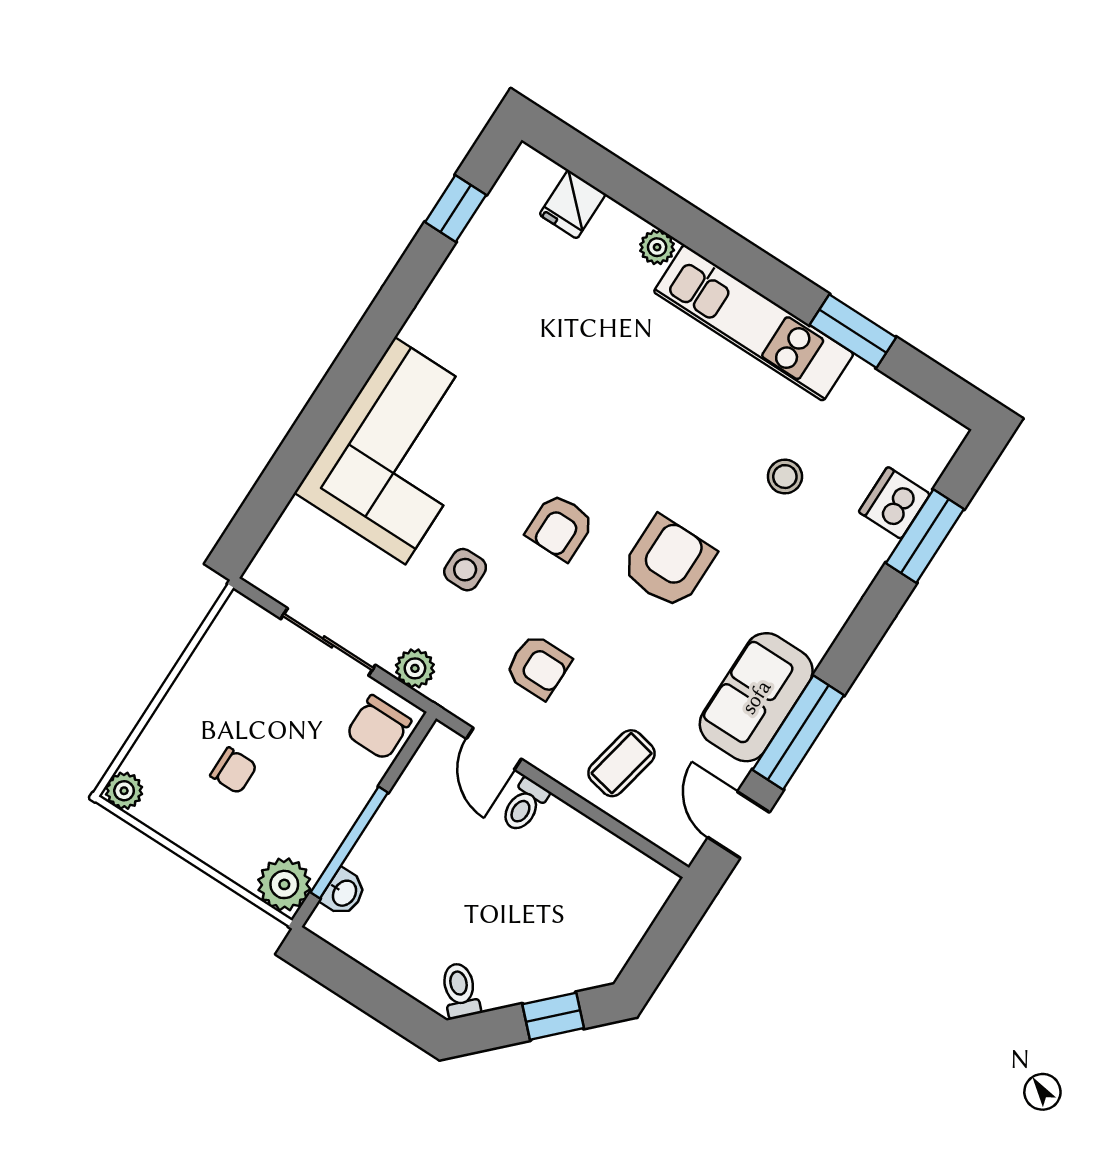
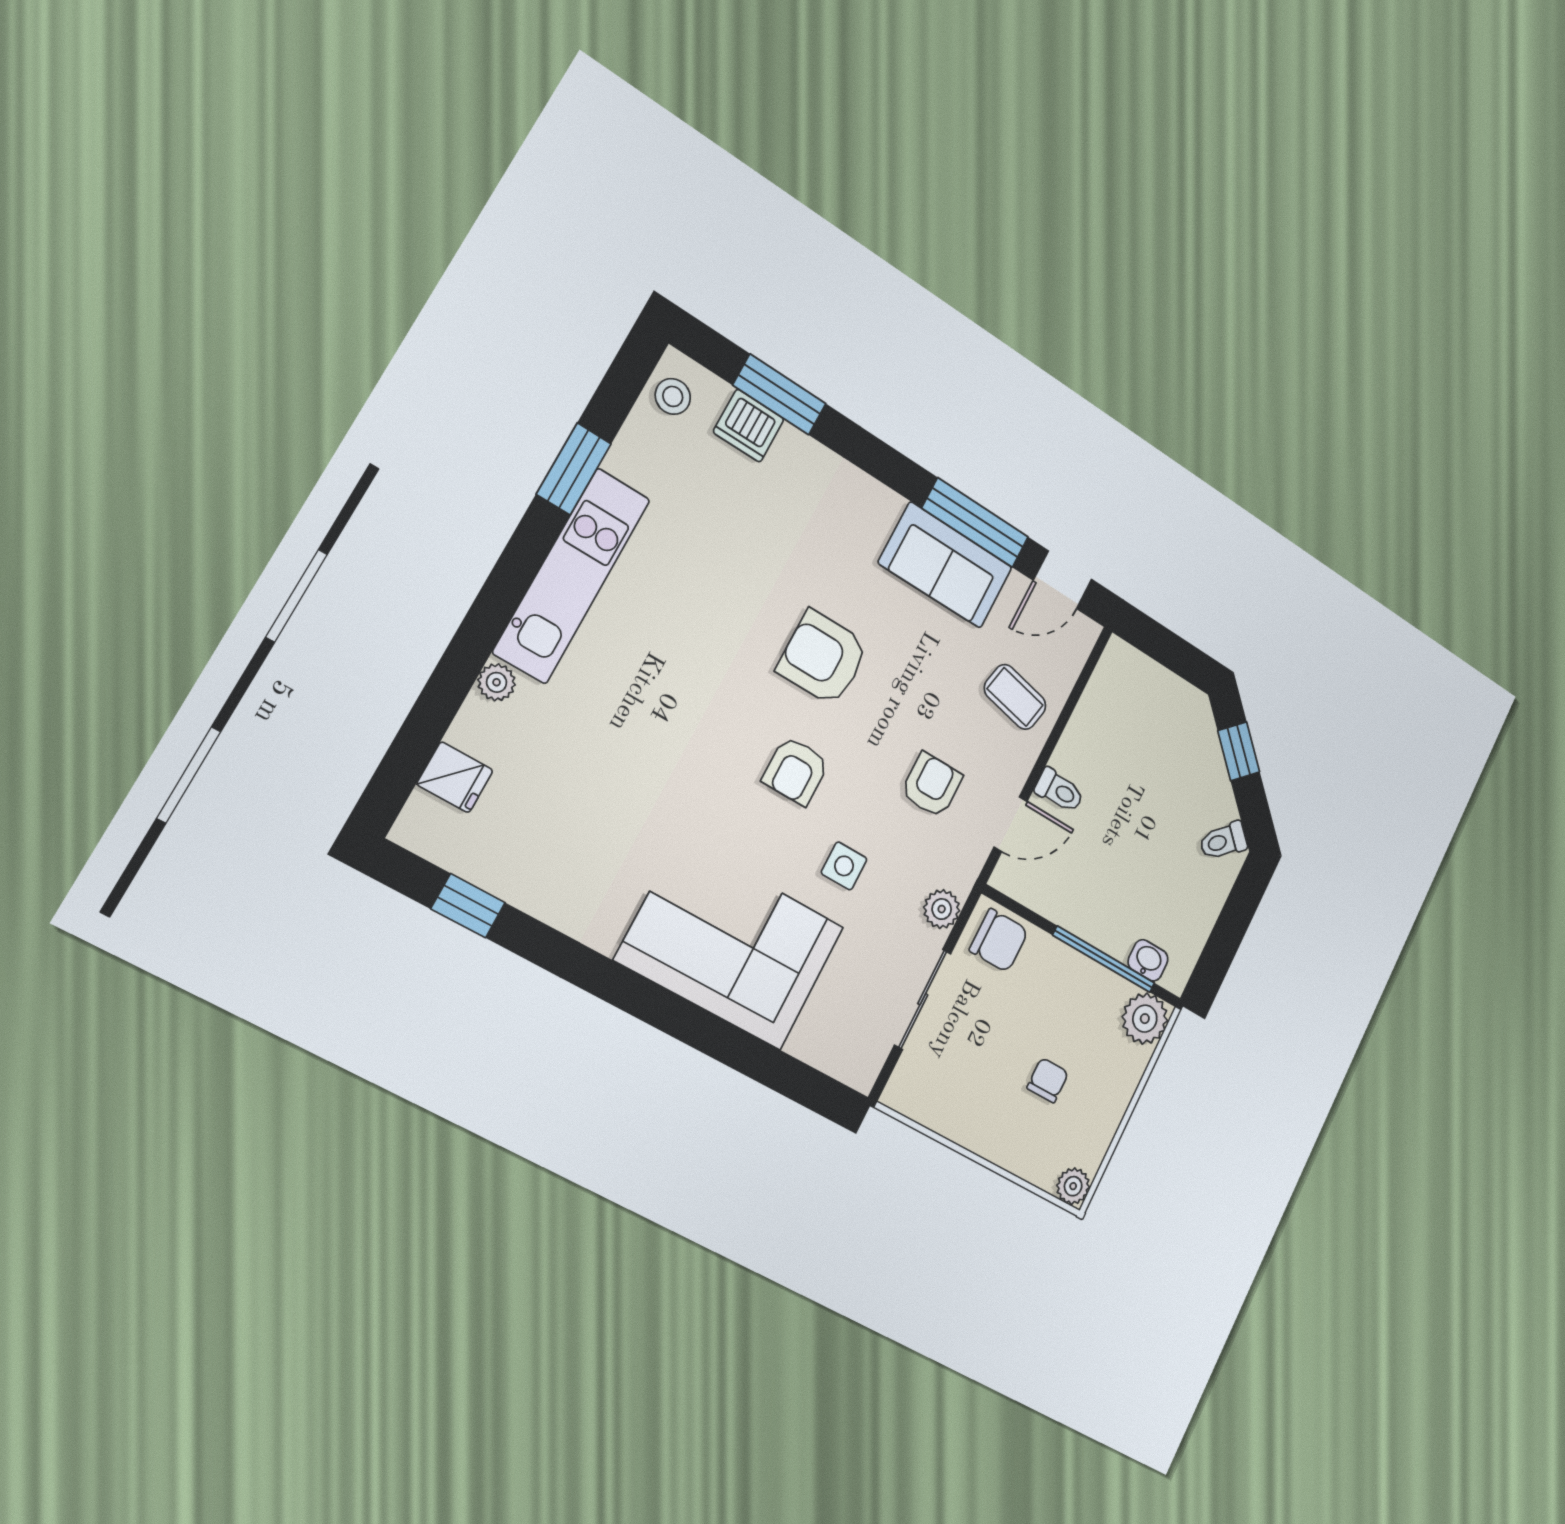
stool: (785, 477) -> (673, 396), moved
armchair: (560, 527) -> (796, 771), turned 90

